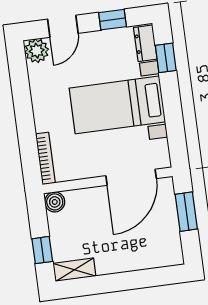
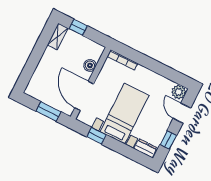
window: (166, 58) -> (96, 136), moved
boiler: (55, 202) -> (90, 65), moved

